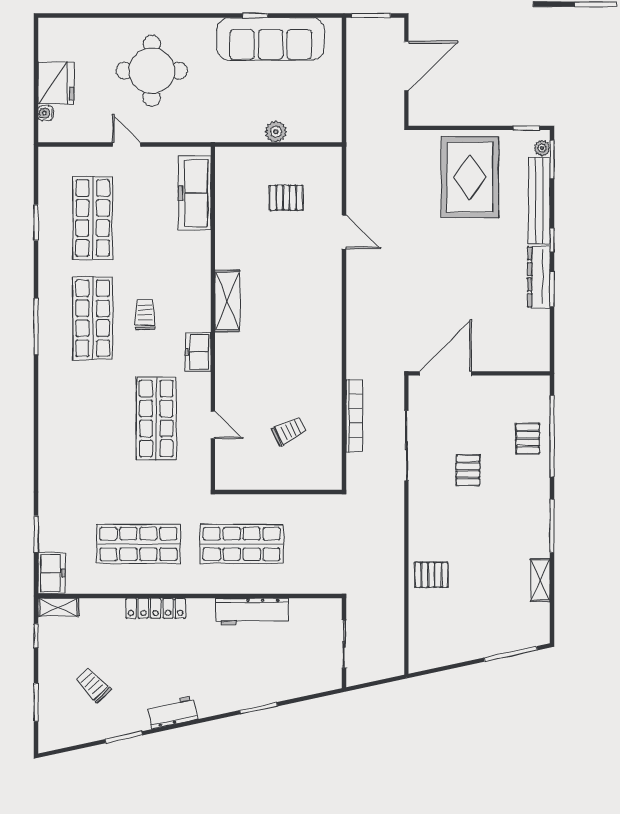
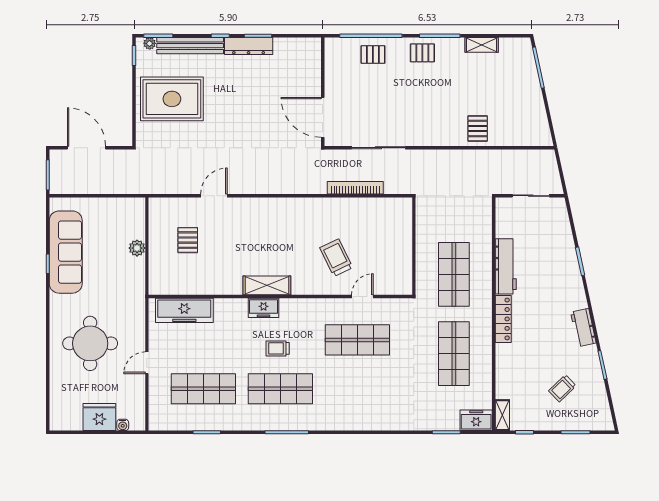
freezer: (198, 352) -> (264, 308), moved
trolley: (289, 431) -> (336, 258), moved, width x1.36, depth x1.39
pallet: (468, 470) -> (422, 53), moved
locker: (156, 608) -> (503, 319), moved

